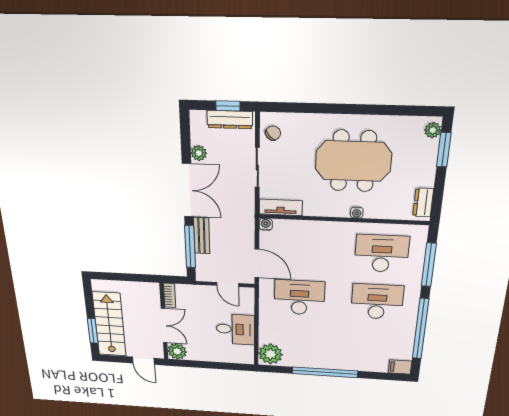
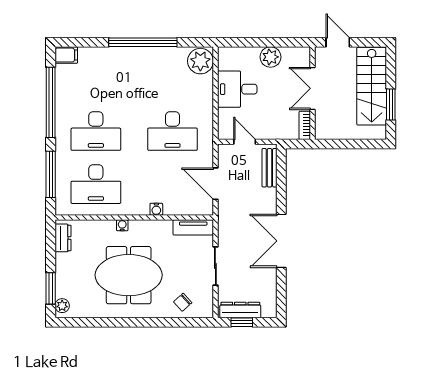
chair: (273, 133) -> (183, 302), moved
plant: (199, 153) -> (269, 278), removed
water cooler: (266, 224) -> (156, 209), moved
bench: (202, 236) -> (269, 168), moved
window: (190, 247) -> (281, 182), removed
door: (257, 263) -> (215, 184), moved
window: (93, 331) -> (391, 104), moved
plant: (177, 351) -> (270, 57), moved

